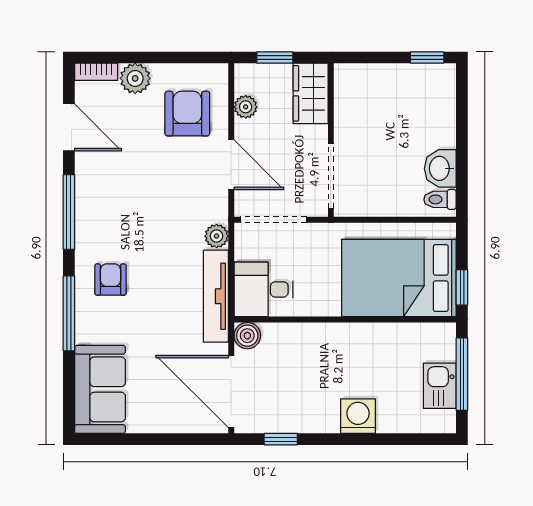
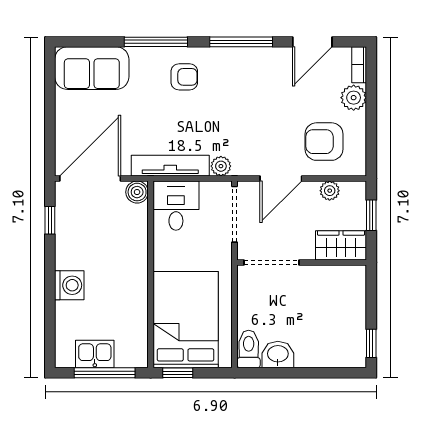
armchair: (187, 114) -> (324, 142), turned 180
toilet: (440, 199) -> (249, 349), width x1.37, depth x1.39

